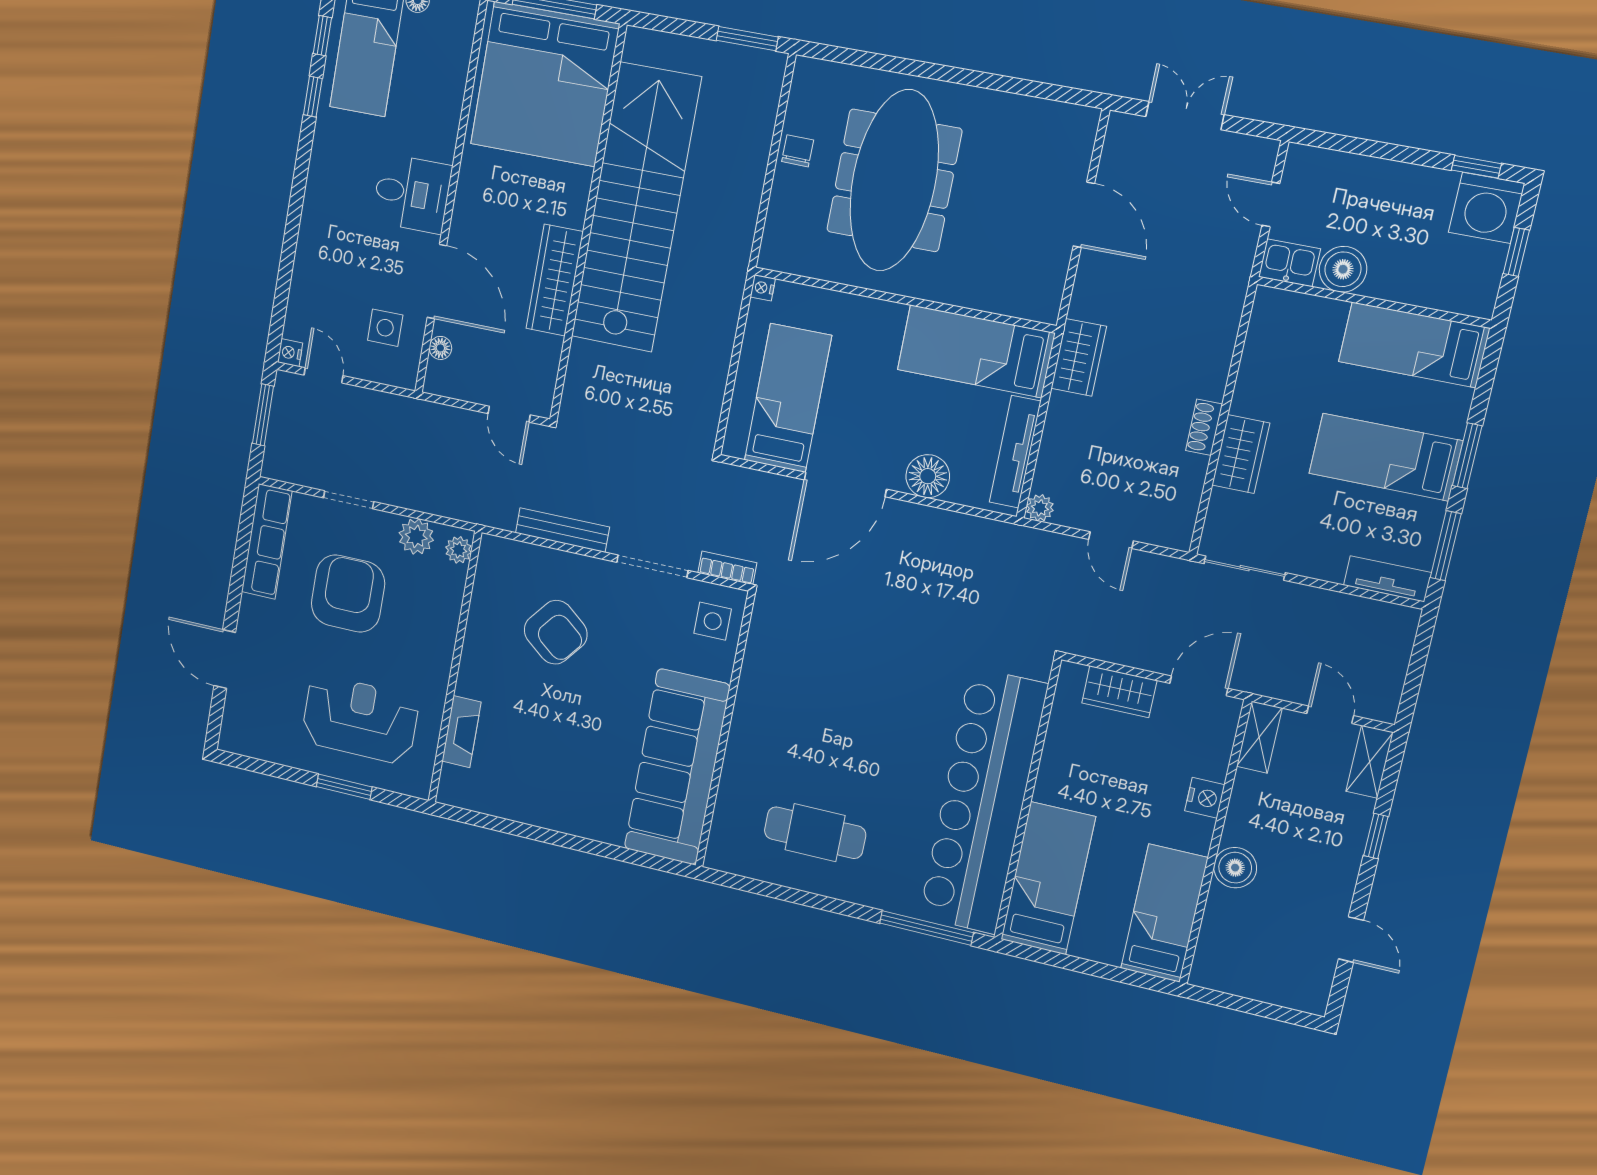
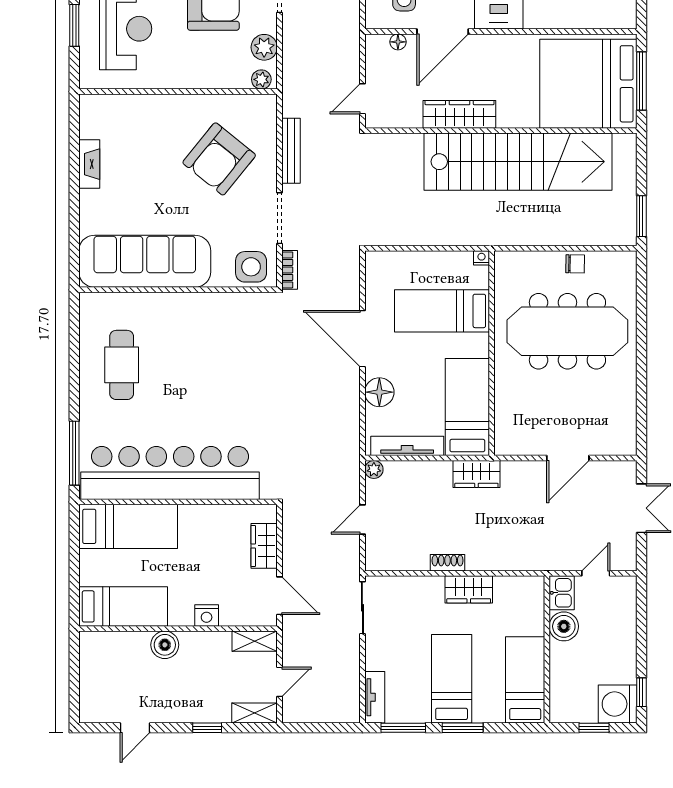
bed: (788, 398) -> (442, 311), moved, turned 180
wardrobe: (1241, 454) -> (469, 589), moved
side table: (713, 621) -> (251, 267), width x1.37, depth x1.37
armchair: (556, 632) -> (219, 159), width x1.36, depth x1.36
fireplace: (461, 732) -> (89, 164), moved, turned -90

